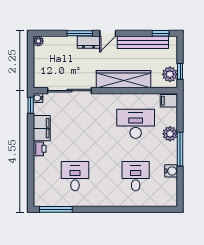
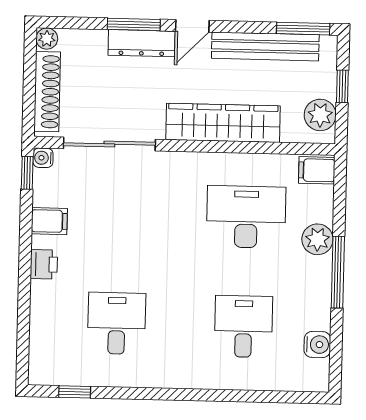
window: (161, 33) -> (303, 29), width x1.50
dresser: (89, 42) -> (142, 43), width x1.44
shoe rack: (39, 66) -> (47, 92), added
window: (180, 71) -> (342, 86), moved
filing cabinet: (42, 128) -> (49, 221), width x0.50
water cooler: (171, 171) -> (317, 345), moved
window: (56, 209) -> (75, 392), width x0.46

